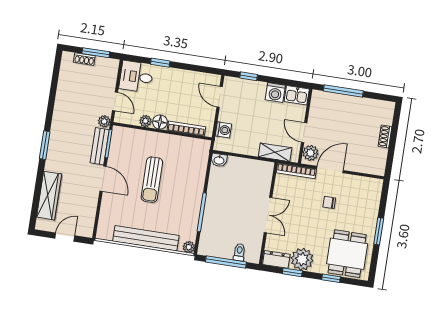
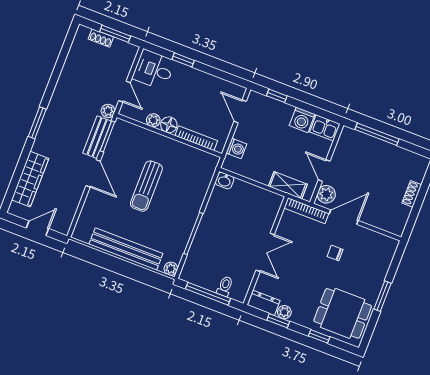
dining table: (347, 254) -> (343, 313), turned 90
plant: (302, 259) -> (284, 312), width x0.53, depth x0.53

